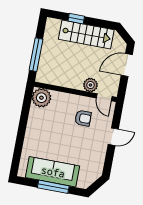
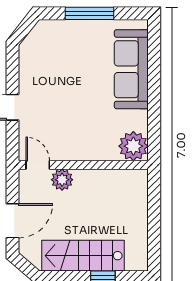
window: (36, 55) -> (154, 210), removed
armchair: (83, 118) -> (64, 127), removed
sofa: (53, 172) -> (131, 69), moved, turned 90

